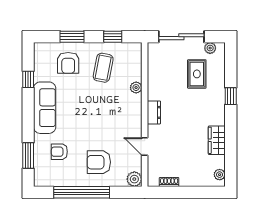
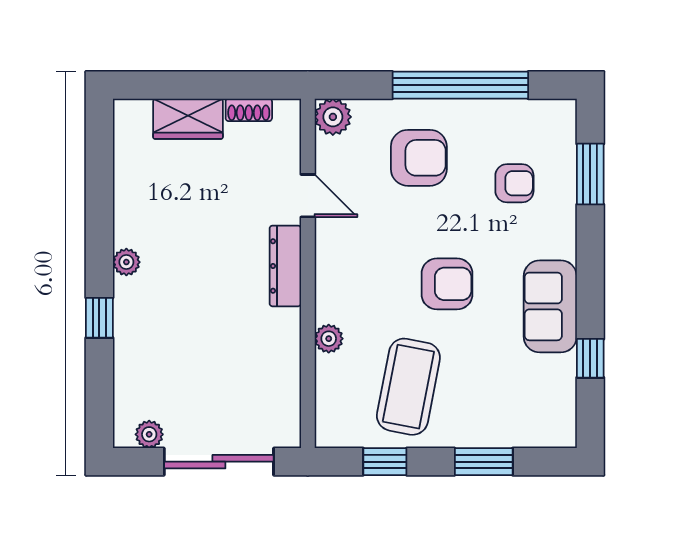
armchair: (68, 63) -> (447, 284), moved, turned 90
coffee table: (103, 68) -> (408, 387), width x1.36, depth x1.32
rug: (197, 74) -> (181, 371), removed
sofa: (45, 108) -> (550, 306), width x0.73
dresser: (154, 112) -> (285, 266), width x1.44
wardrobe: (217, 140) -> (188, 119), moved, turned 90
plant: (220, 175) -> (126, 262), moved

